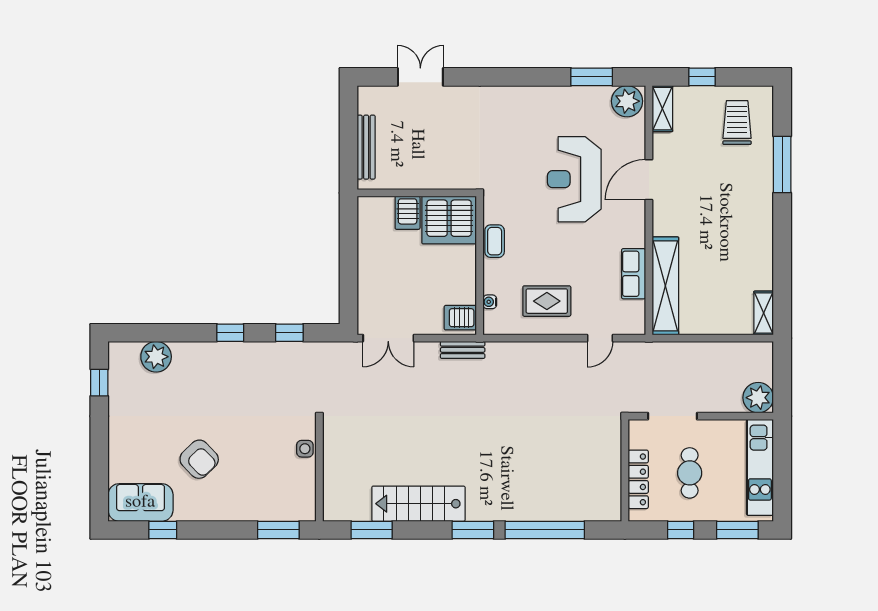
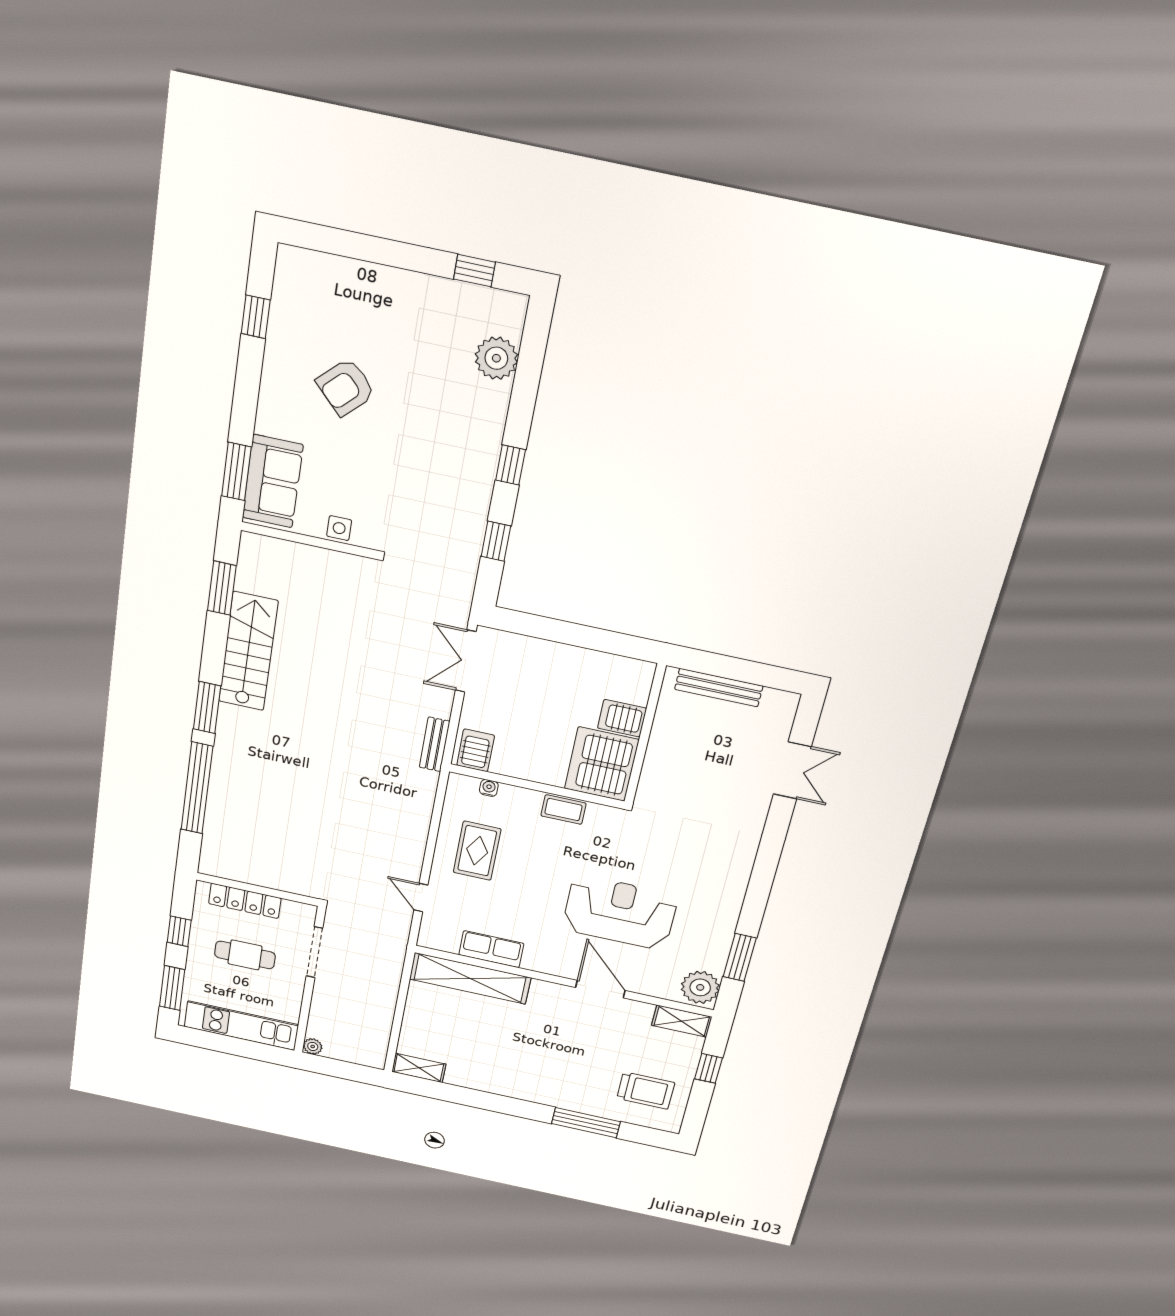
plant: (758, 398) -> (313, 1046), width x0.53, depth x0.53
sofa: (140, 502) -> (273, 481), moved

